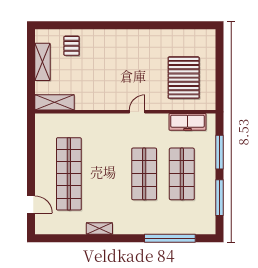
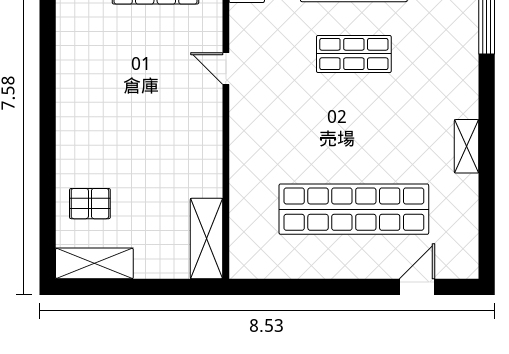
shelving: (43, 62) -> (94, 263), moved
shop shelf: (144, 174) -> (354, 54), width x0.70, depth x0.74

